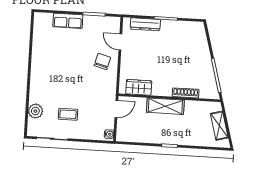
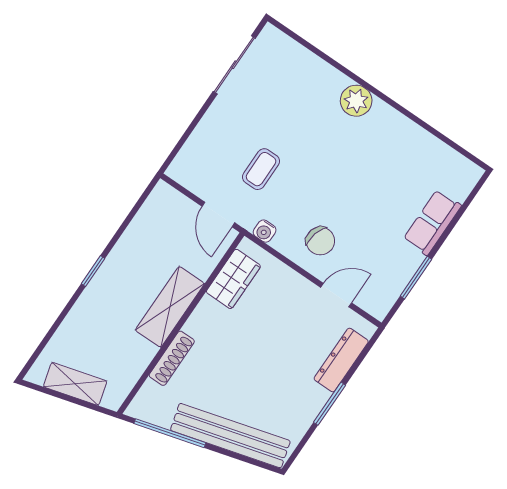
bench: (203, 51) -> (230, 436), added
plant: (35, 111) -> (356, 101), moved
coffee table: (68, 114) -> (261, 169), moved
water cooler: (109, 134) -> (265, 231), moved

